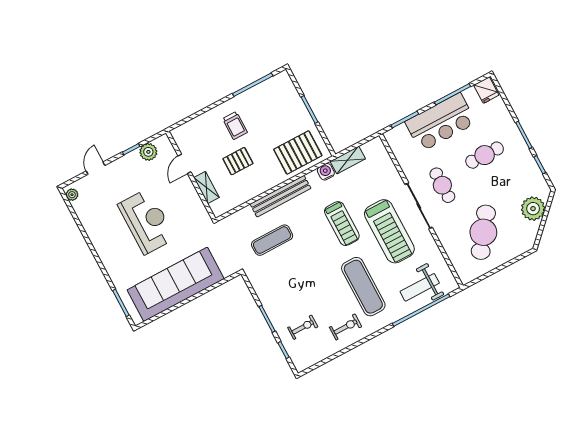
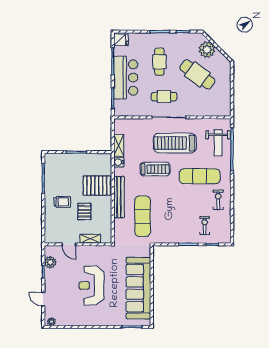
pallet: (298, 152) -> (97, 186), moved, turned 90
reception desk: (147, 221) -> (91, 285), turned -90
treadmill: (389, 231) -> (175, 143), turned 180
cafe table: (483, 232) -> (197, 74), moved
exercise mat: (272, 240) -> (143, 216), width x1.36, depth x1.45

